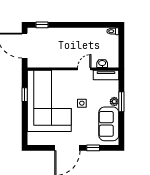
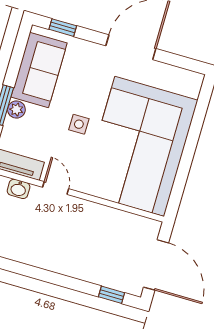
door: (84, 69) -> (56, 188), swing flipped
window: (25, 95) -> (183, 172), removed
window: (93, 148) -> (63, 28), moved

